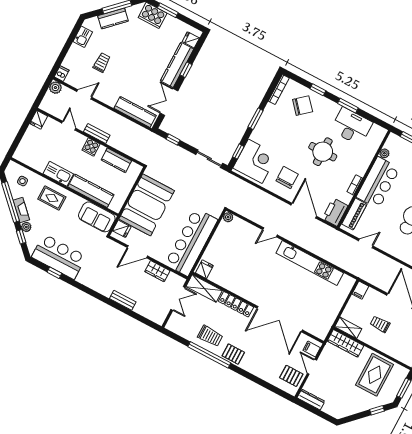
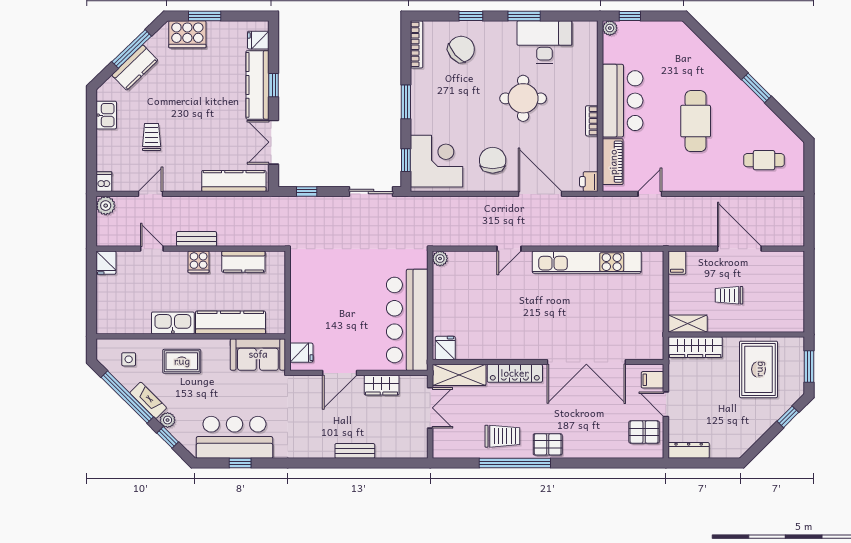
plant: (384, 153) -> (610, 28), moved
booth: (147, 205) -> (318, 301), removed
printer: (335, 212) -> (589, 182), width x0.53, depth x0.68

